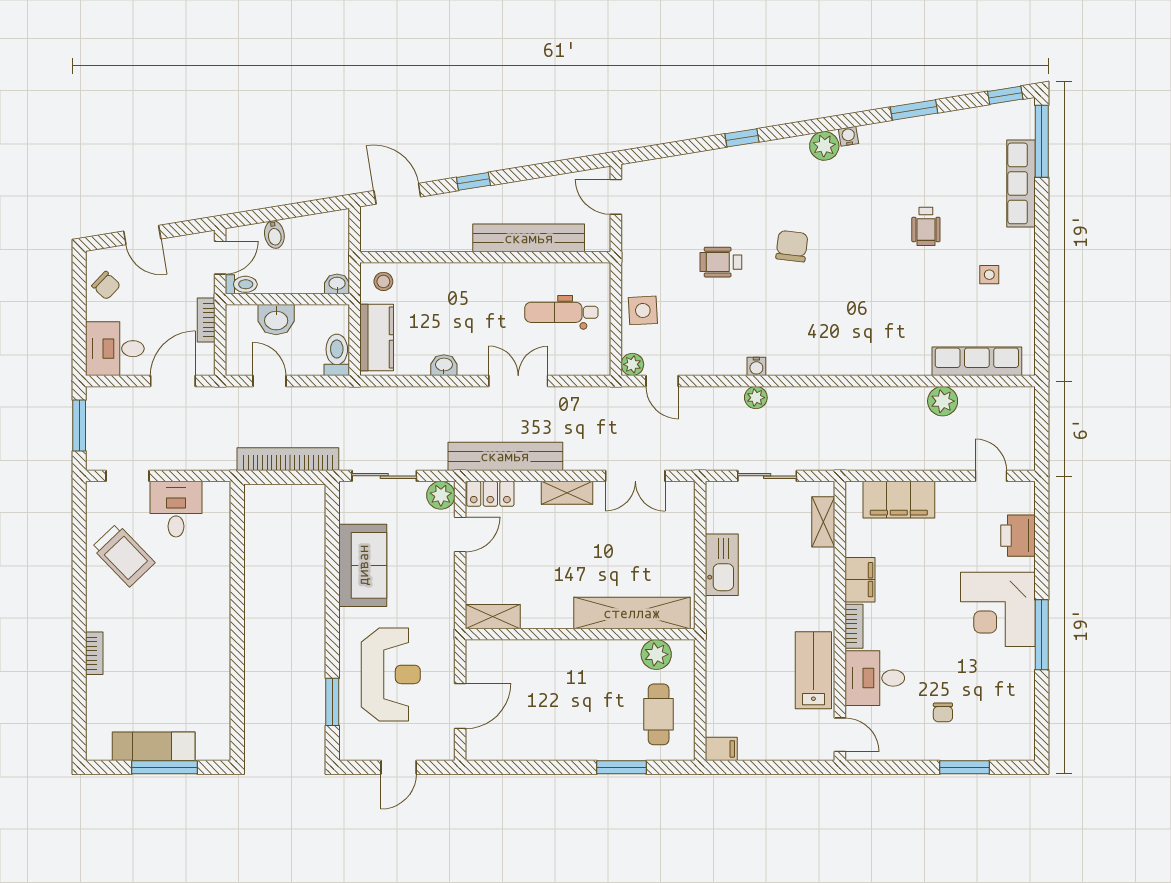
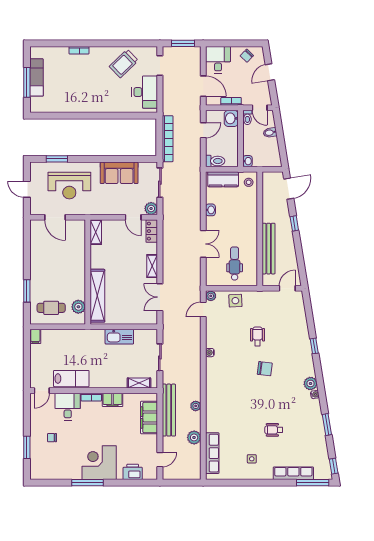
washbasin: (276, 320) -> (231, 118), moved
plant: (756, 398) -> (196, 406), moved
bench: (505, 456) -> (169, 410), moved
desk: (176, 509) -> (145, 92), width x1.37

